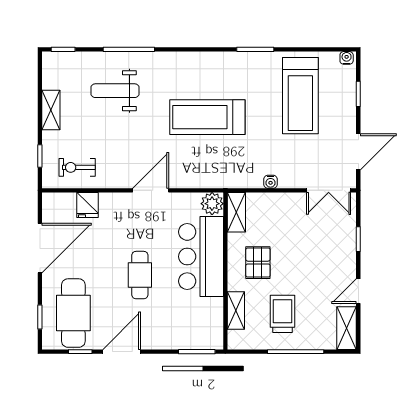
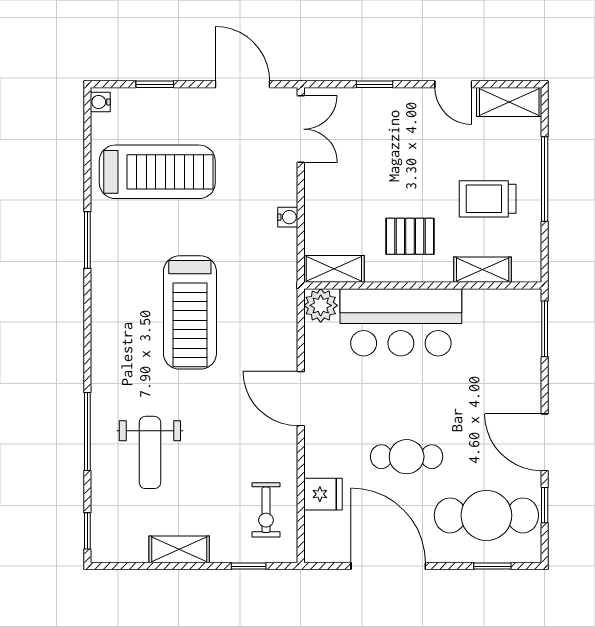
cafe table: (140, 275) -> (407, 457), moved

